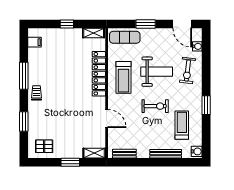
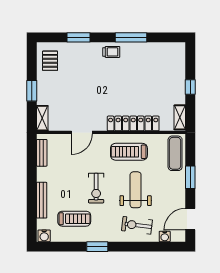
filing cabinet: (35, 42) -> (169, 50), removed
weight bench: (157, 72) -> (136, 190), turned 180

